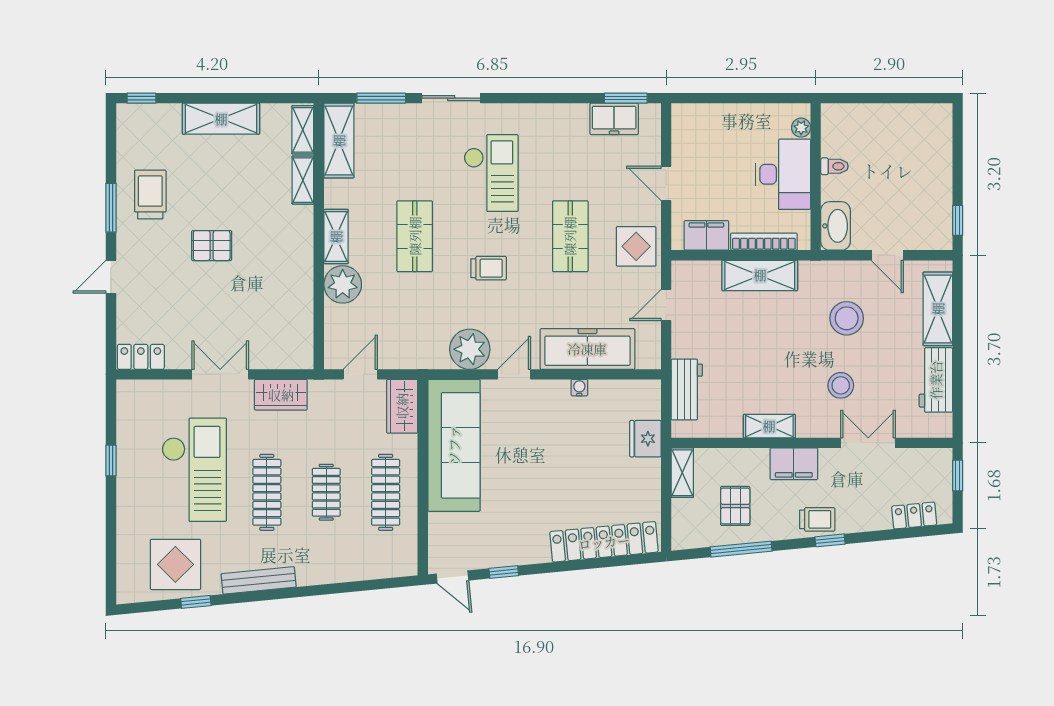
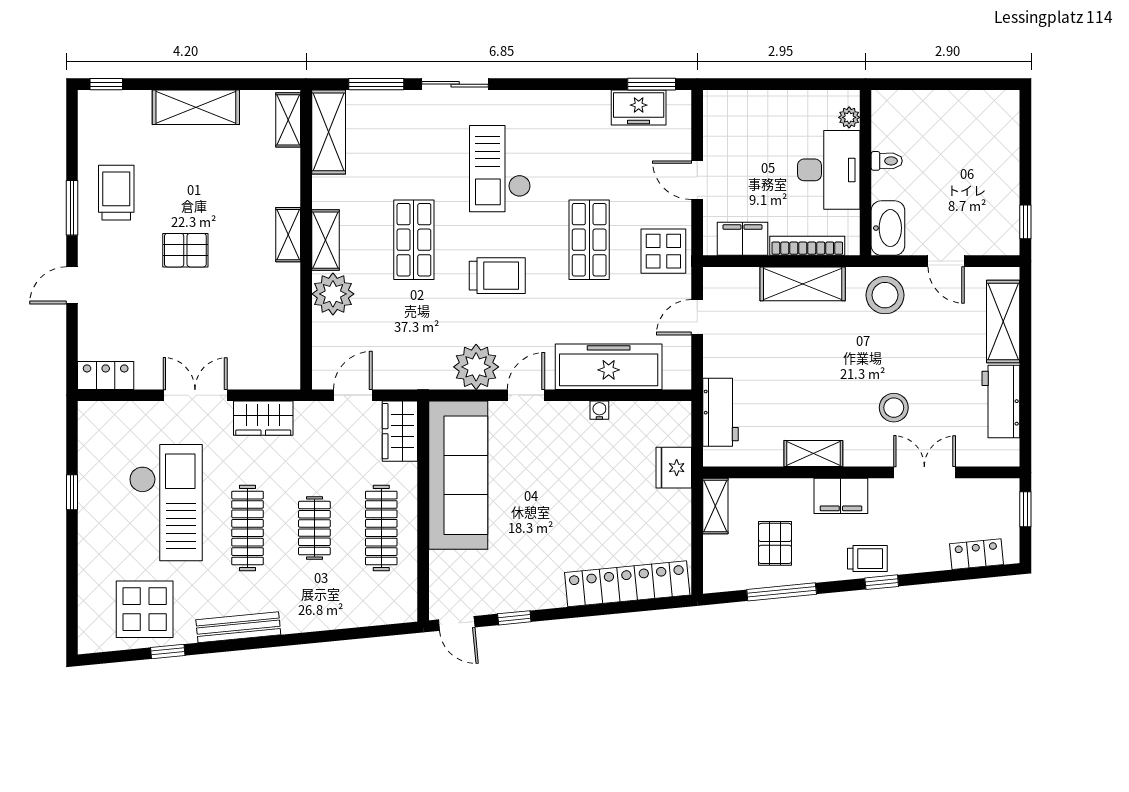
checkout: (491, 173) -> (500, 169), turned 180
shelving: (303, 180) -> (288, 235), moved
trolley: (489, 268) -> (497, 276), width x1.36, depth x1.39
stool: (847, 318) -> (885, 295), moved

